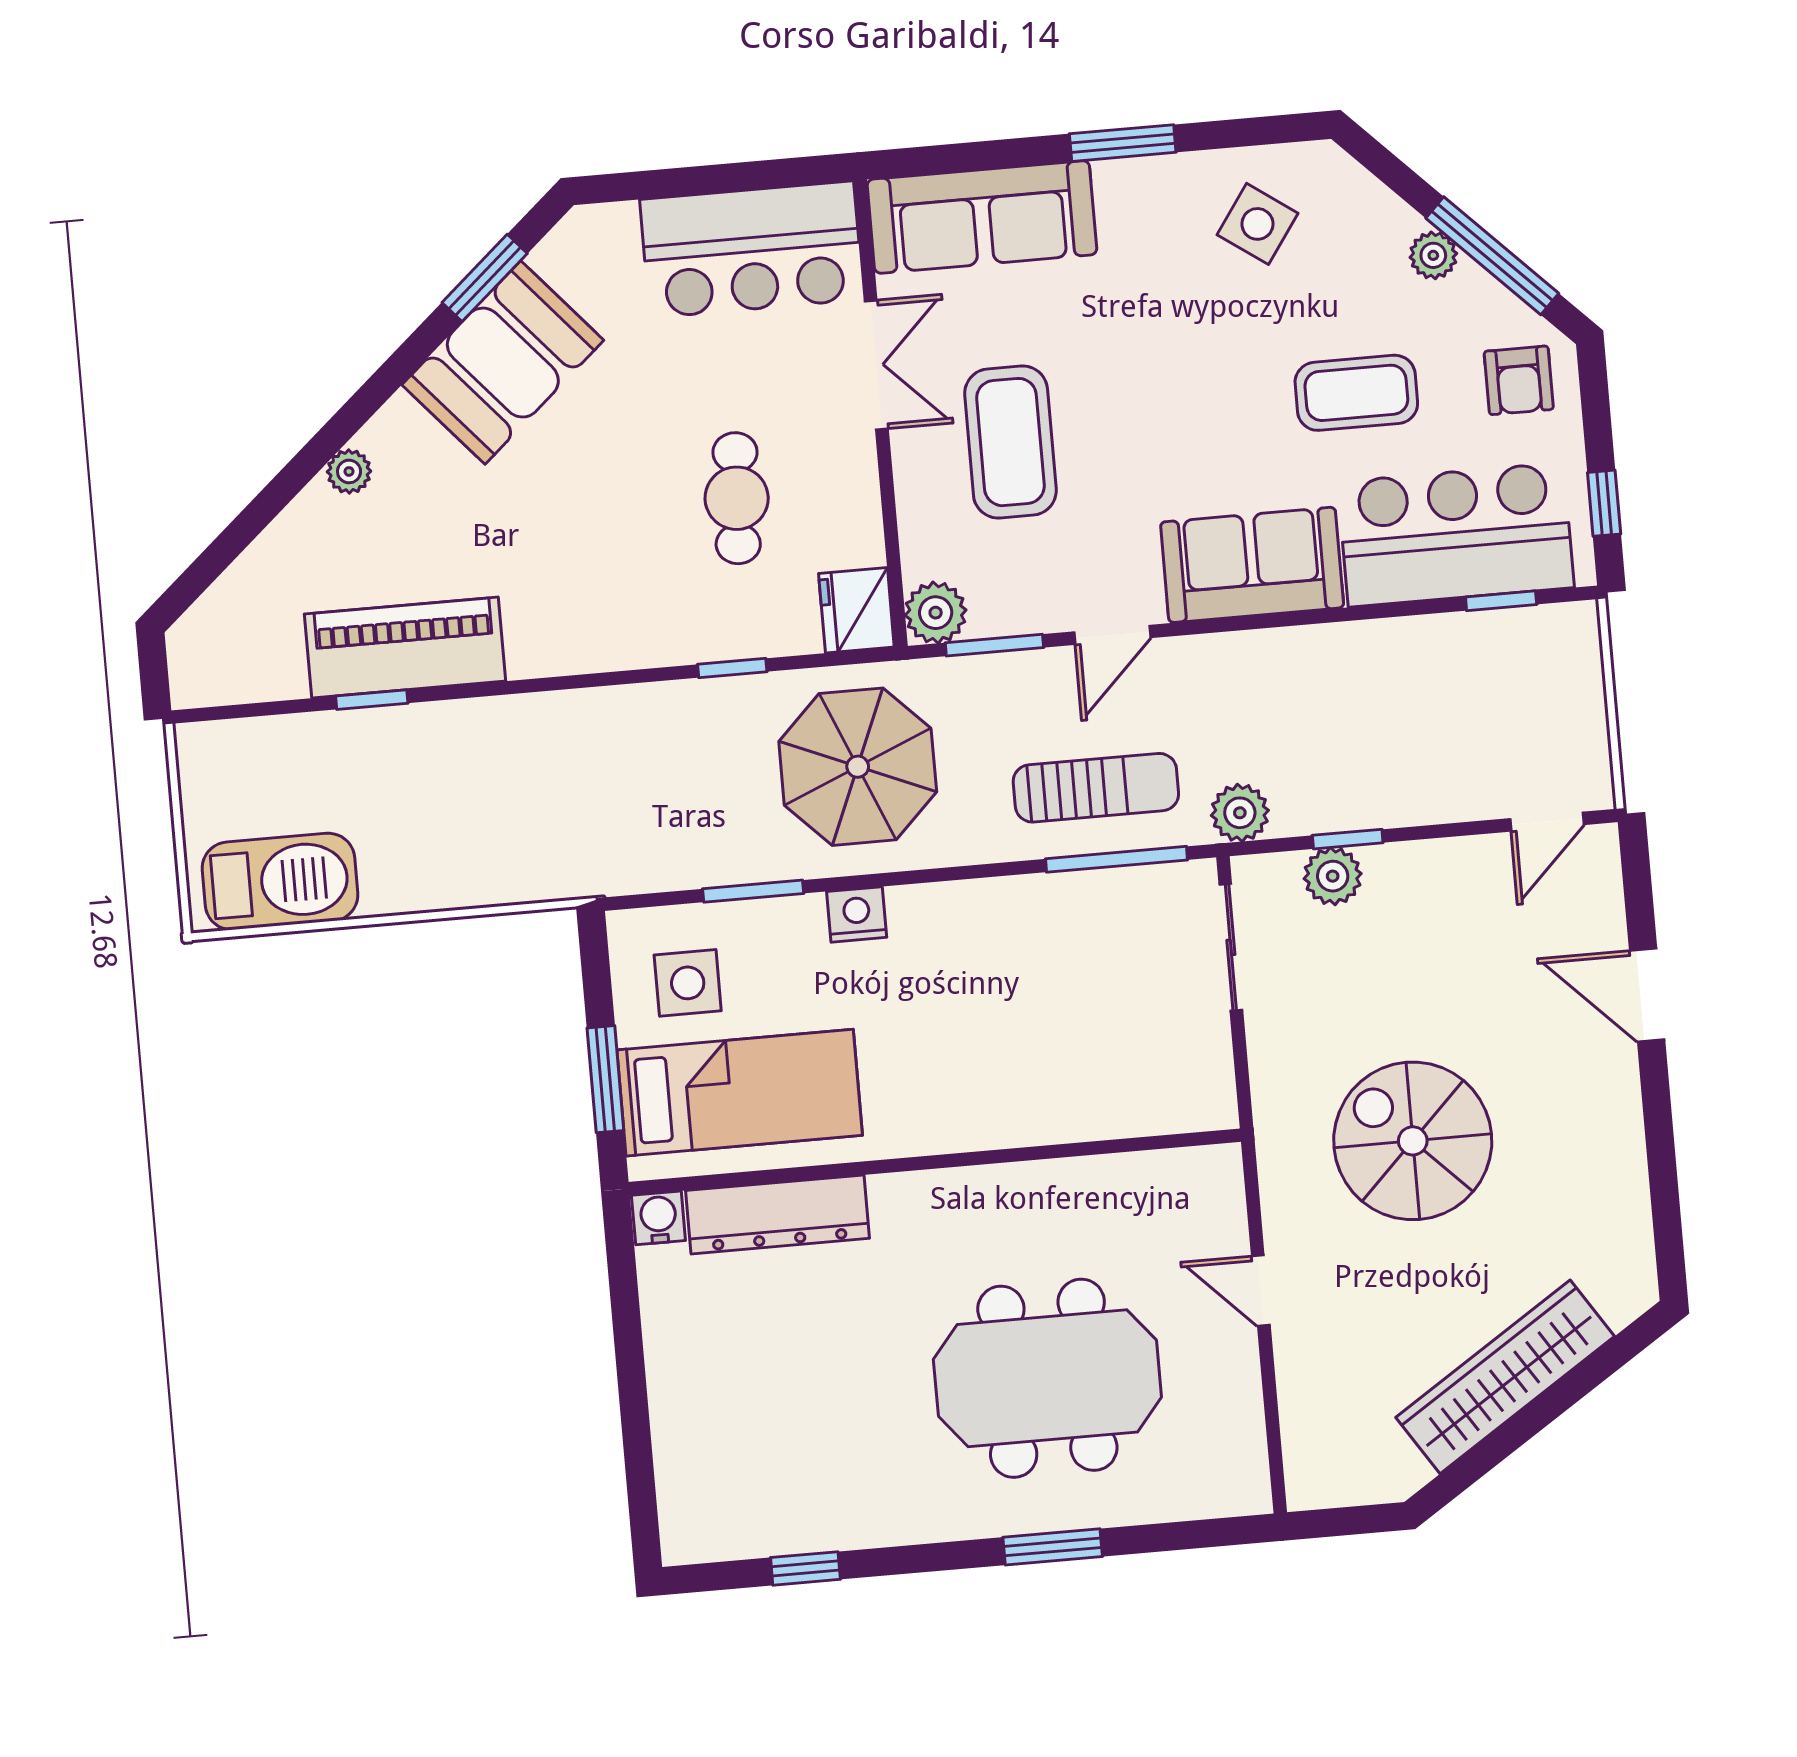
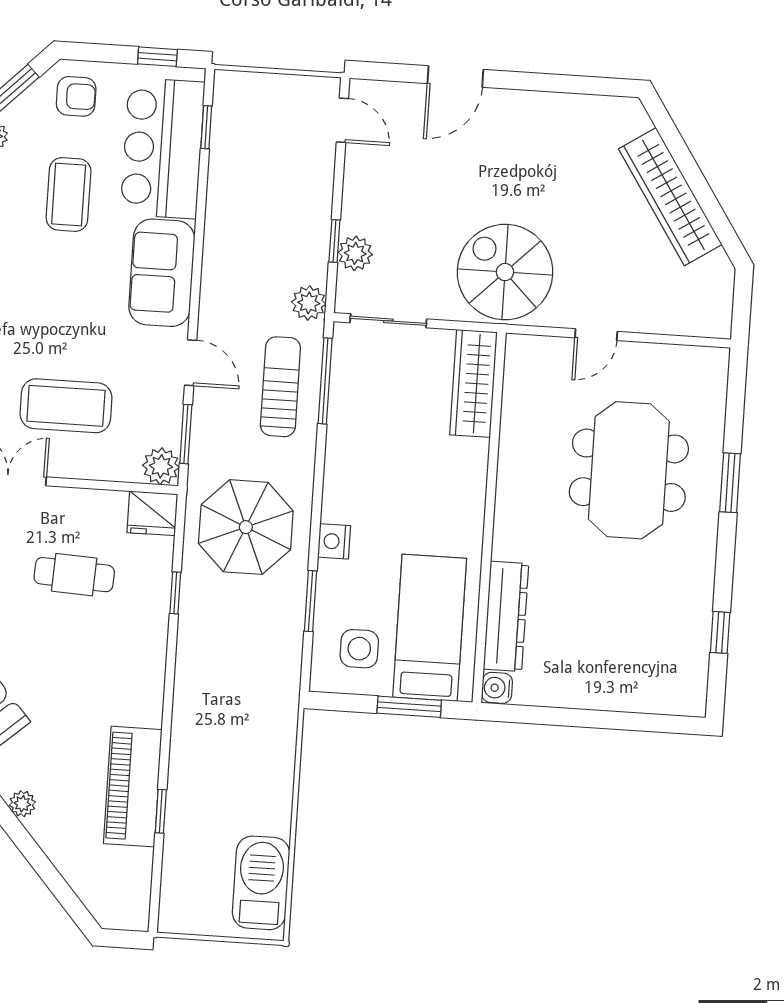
wardrobe: (1150, 1102) -> (474, 383), added
spiral stairs: (1413, 1141) -> (505, 272), moved, turned 90

